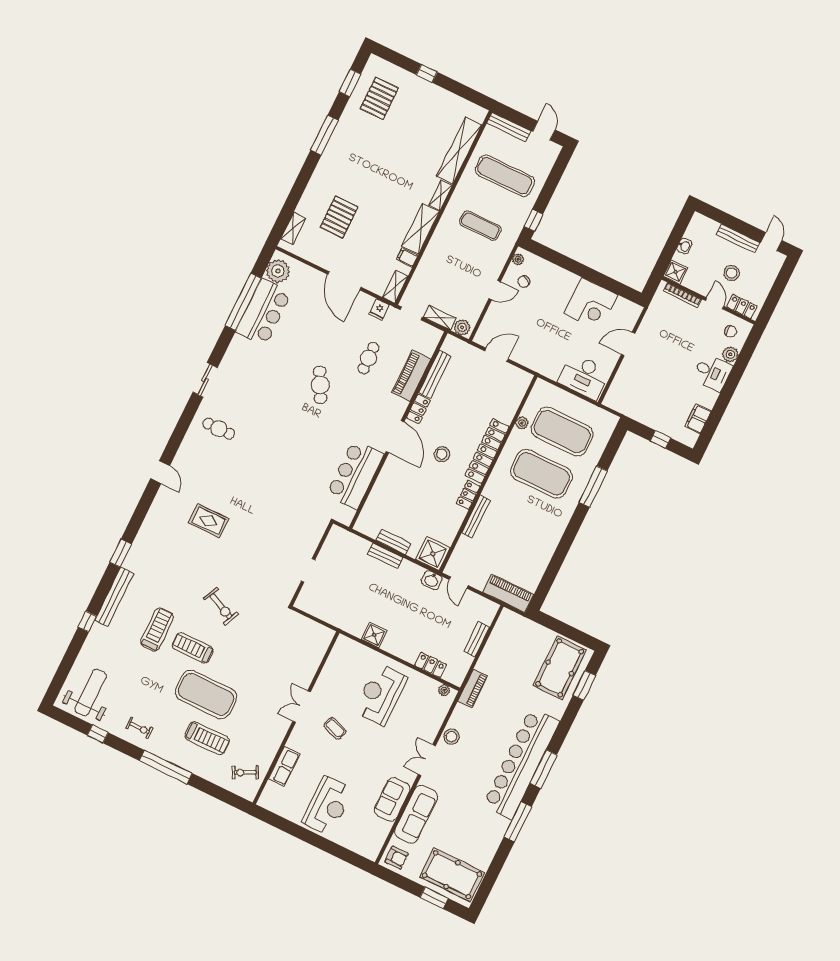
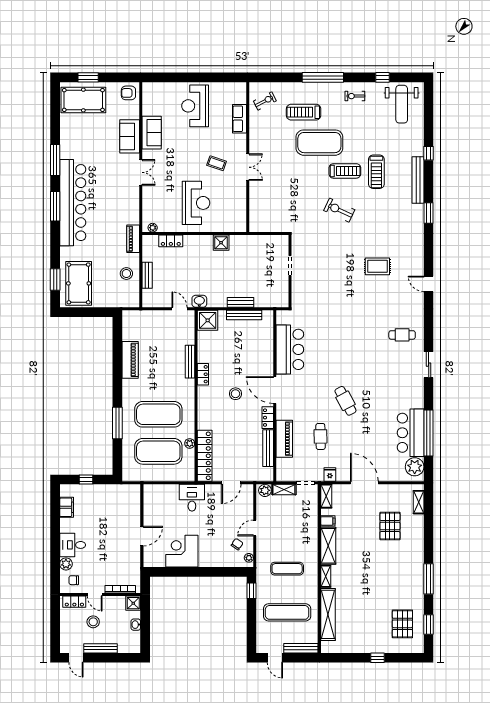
desk: (584, 377) -> (192, 498), moved, width x0.73
locker: (487, 451) -> (205, 456), moved
bench: (394, 542) -> (244, 315), width x1.36
piano: (508, 593) -> (130, 360), moved, turned -90
stool: (451, 737) -> (126, 274), moved
sofa: (416, 814) -> (130, 136), width x0.73

